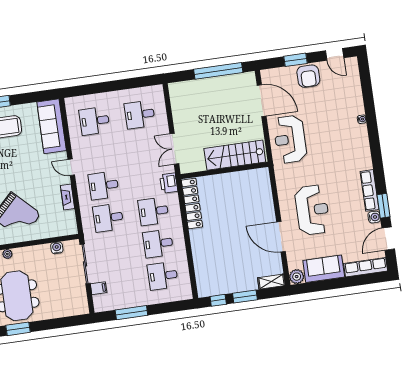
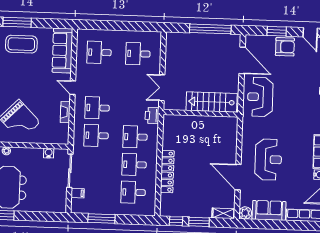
armchair: (308, 76) -> (285, 47), turned -90
locker: (192, 204) -> (167, 172), moved

